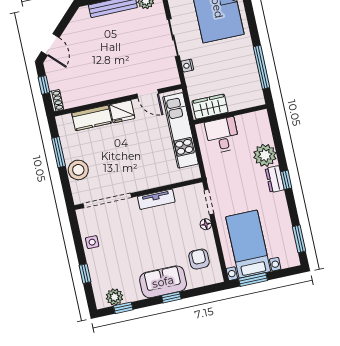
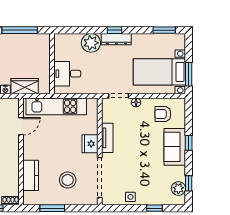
wardrobe: (210, 107) -> (25, 86), moved, turned 90
fridge: (122, 112) -> (90, 144), moved, turned 180
stool: (78, 170) -> (68, 180), moved
dresser: (275, 179) -> (116, 39), width x1.44

